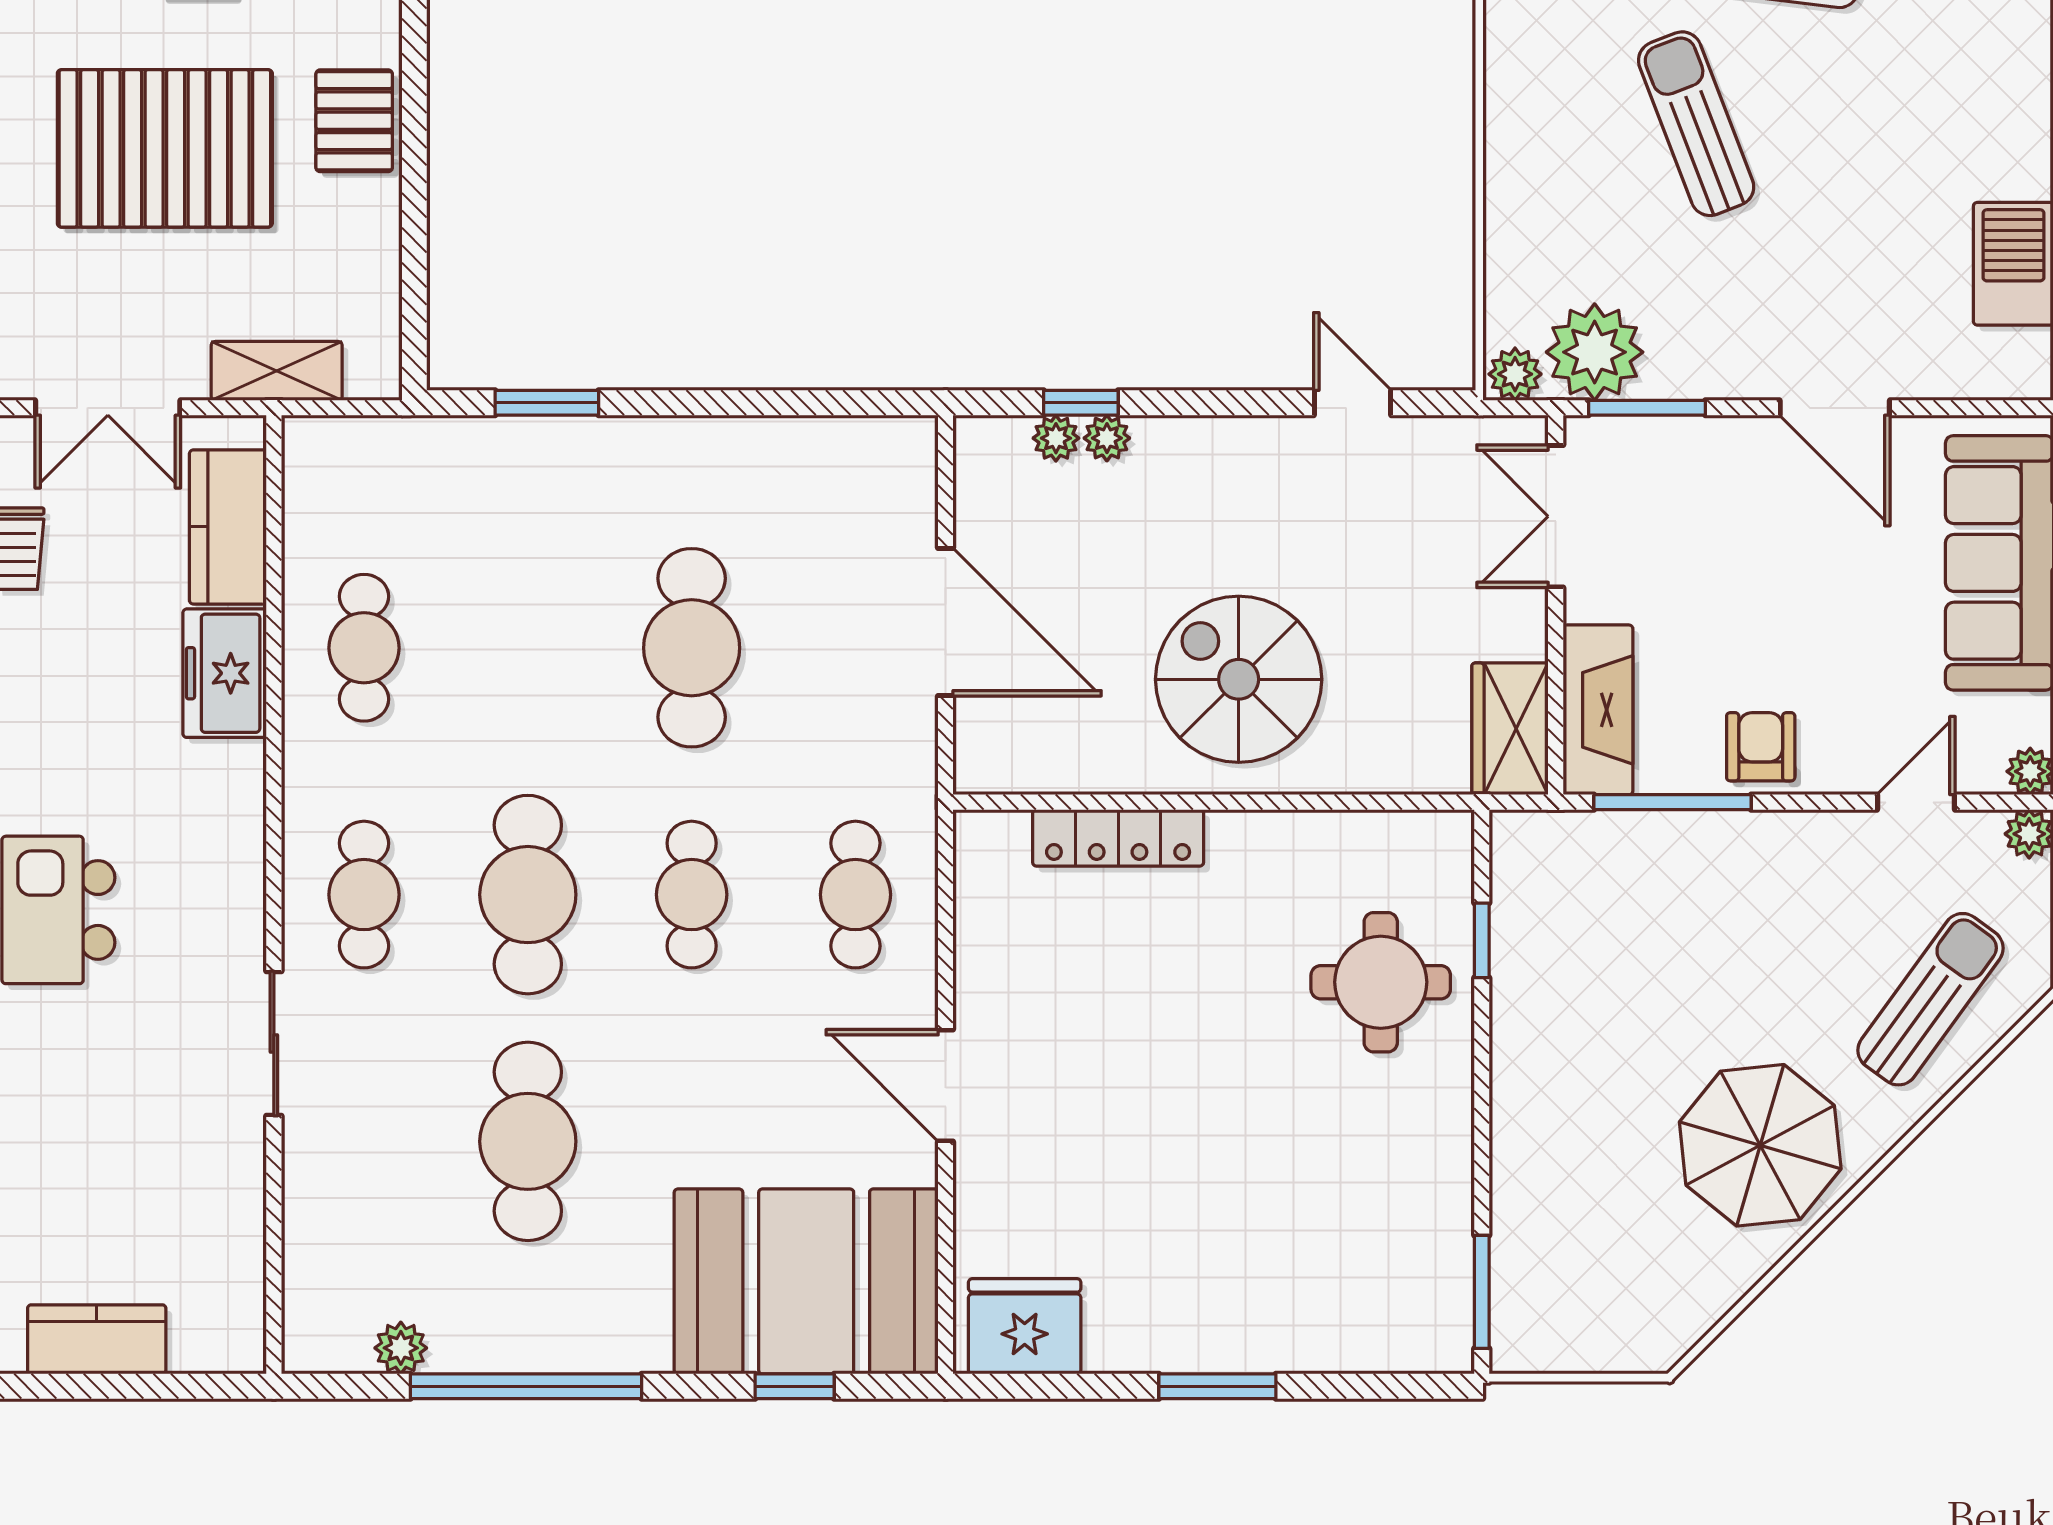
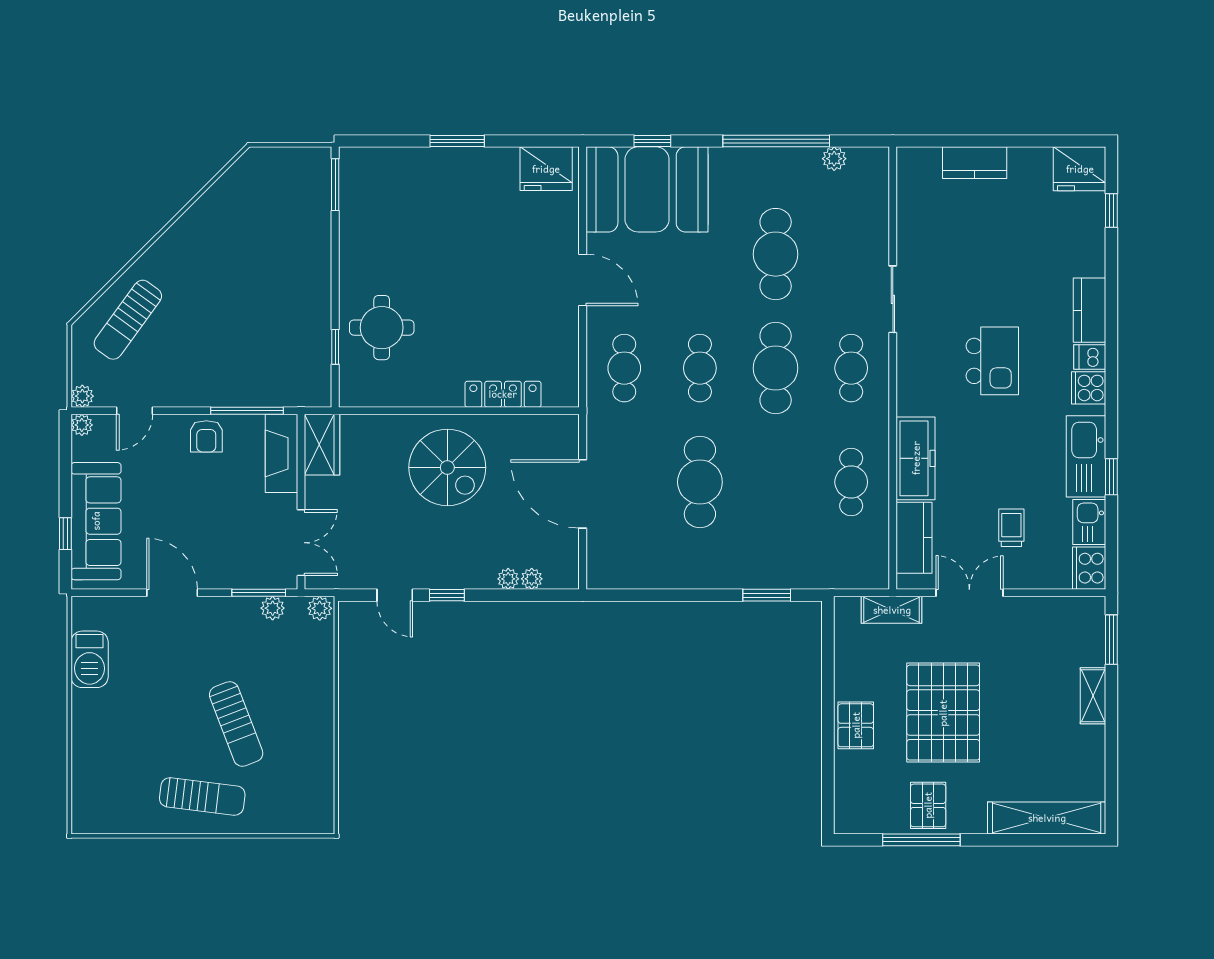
pallet: (165, 148) -> (943, 713), turned 90
plant: (1595, 352) -> (273, 608), width x0.53, depth x0.53
window: (1081, 403) -> (447, 595), moved
freezer: (225, 673) -> (916, 458), width x1.40
parasol: (1760, 1145) -> (206, 252), removed

